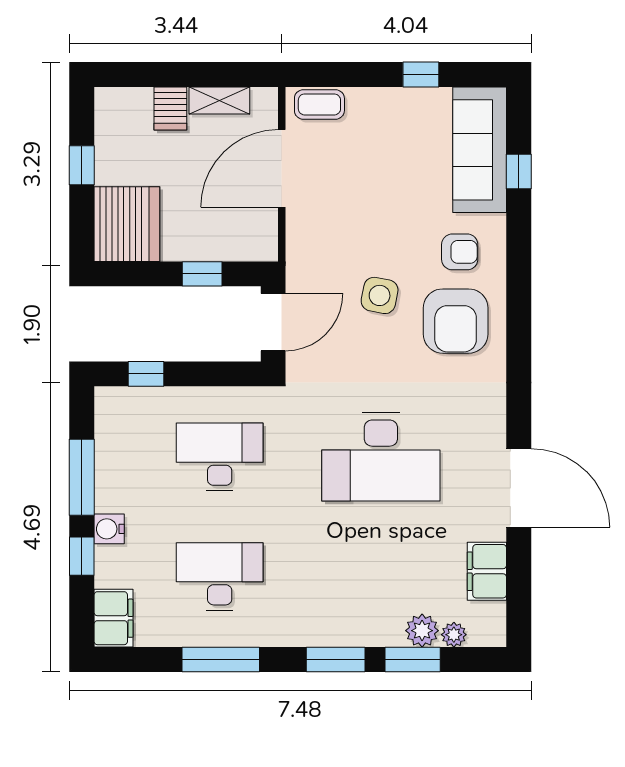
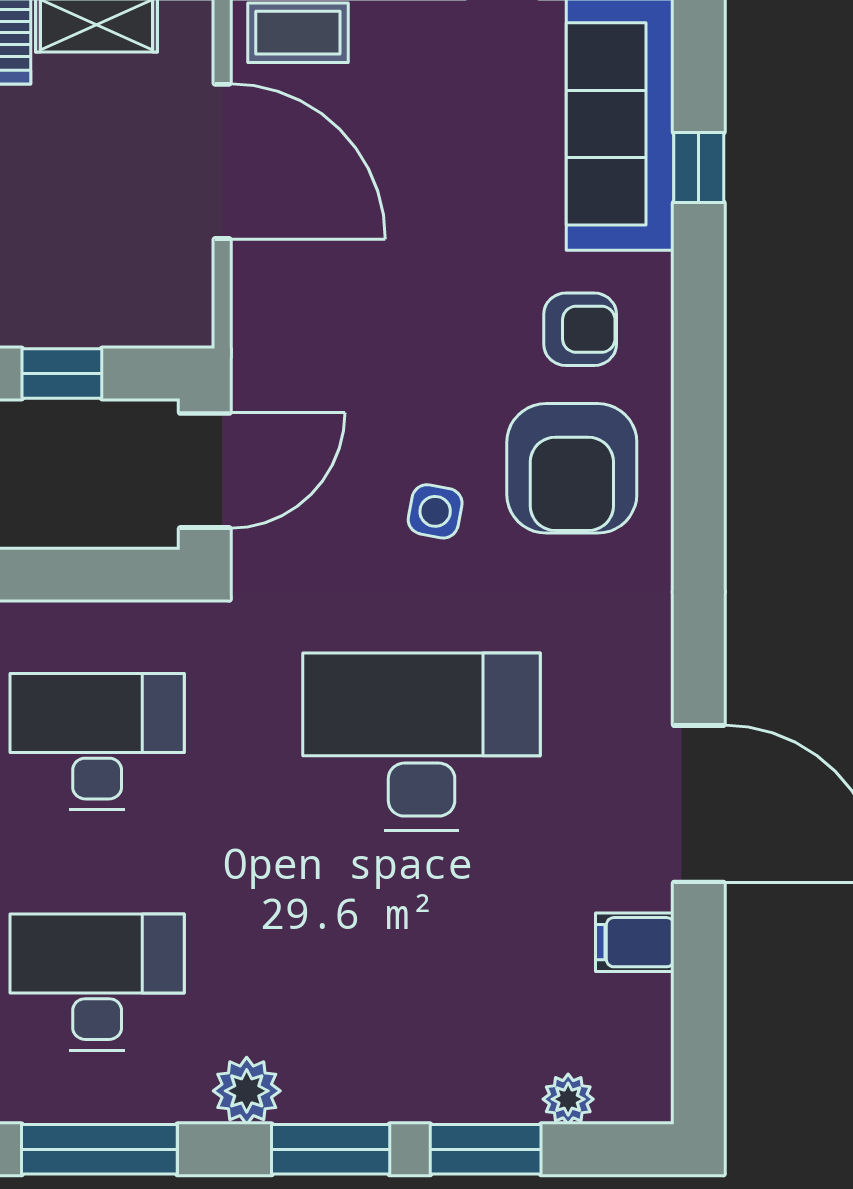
door: (282, 168) -> (222, 161), swing flipped
side table: (380, 295) -> (435, 511), moved, width x0.73, depth x0.73
desk: (381, 457) -> (422, 742), turned 180
filing cabinet: (487, 571) -> (635, 942), width x0.50
plant: (422, 631) -> (247, 1091), moved

